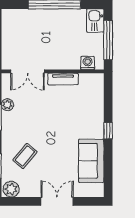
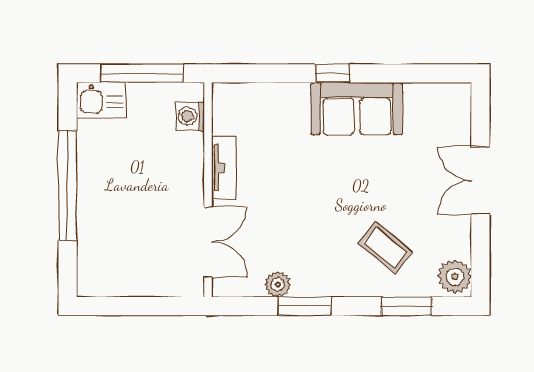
sofa: (91, 161) -> (357, 109), moved

